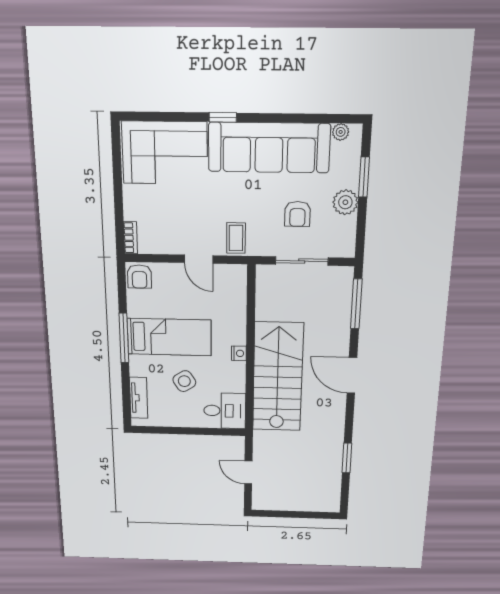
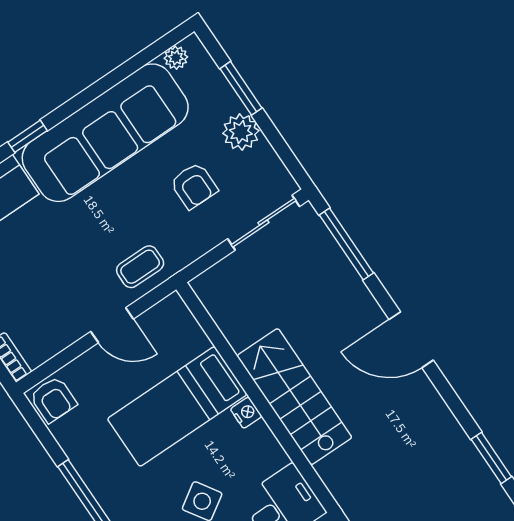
coffee table: (236, 238) -> (140, 267), turned 90
sliding door: (302, 261) -> (264, 223), moved
bed: (169, 337) -> (177, 406), moved, turned 180
stairs: (278, 377) -> (294, 397), width x0.73, depth x0.66

